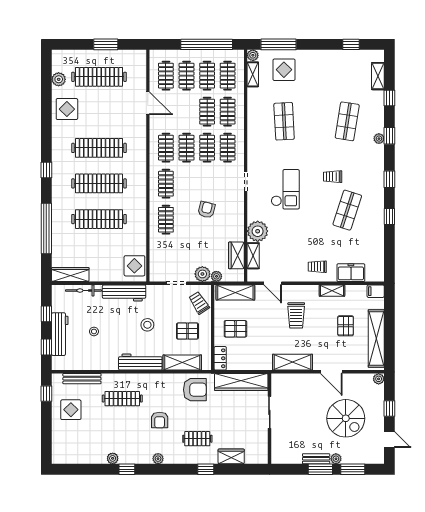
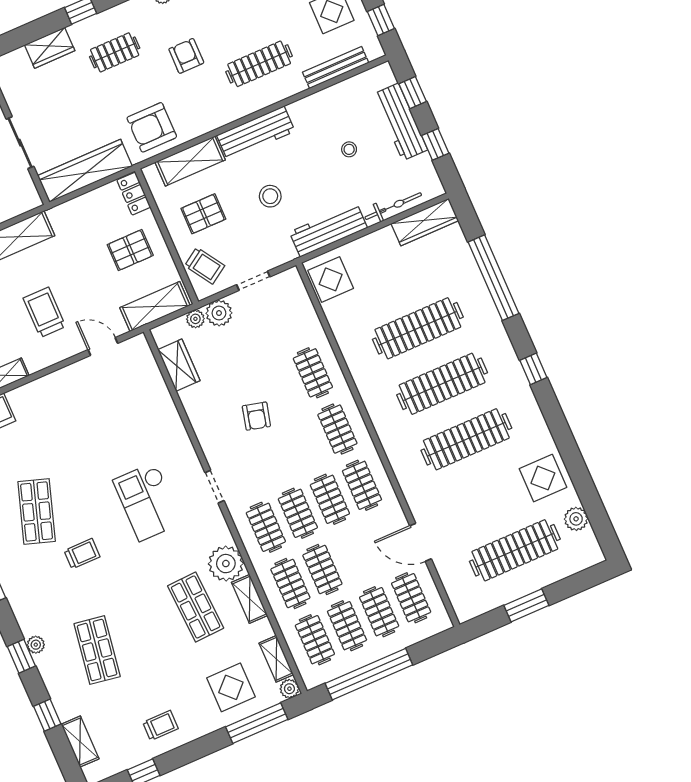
plant: (258, 231) -> (226, 564), moved
shelving: (253, 256) -> (250, 599), moved
trolley: (317, 267) -> (160, 725), moved

